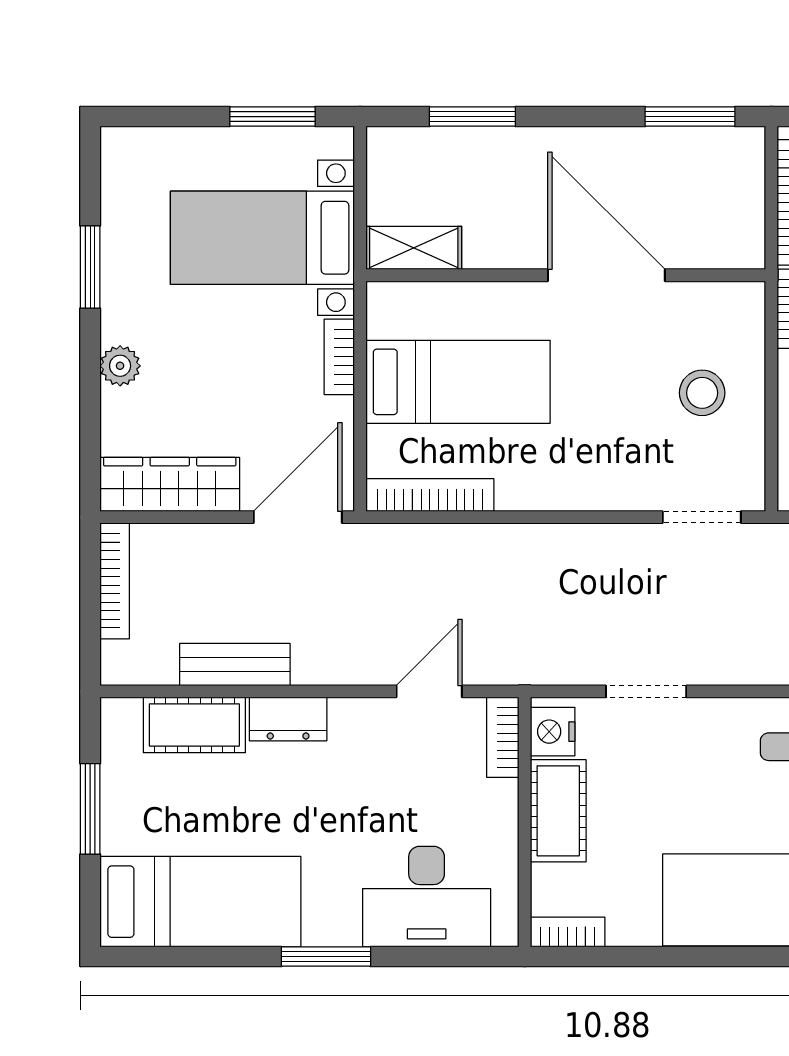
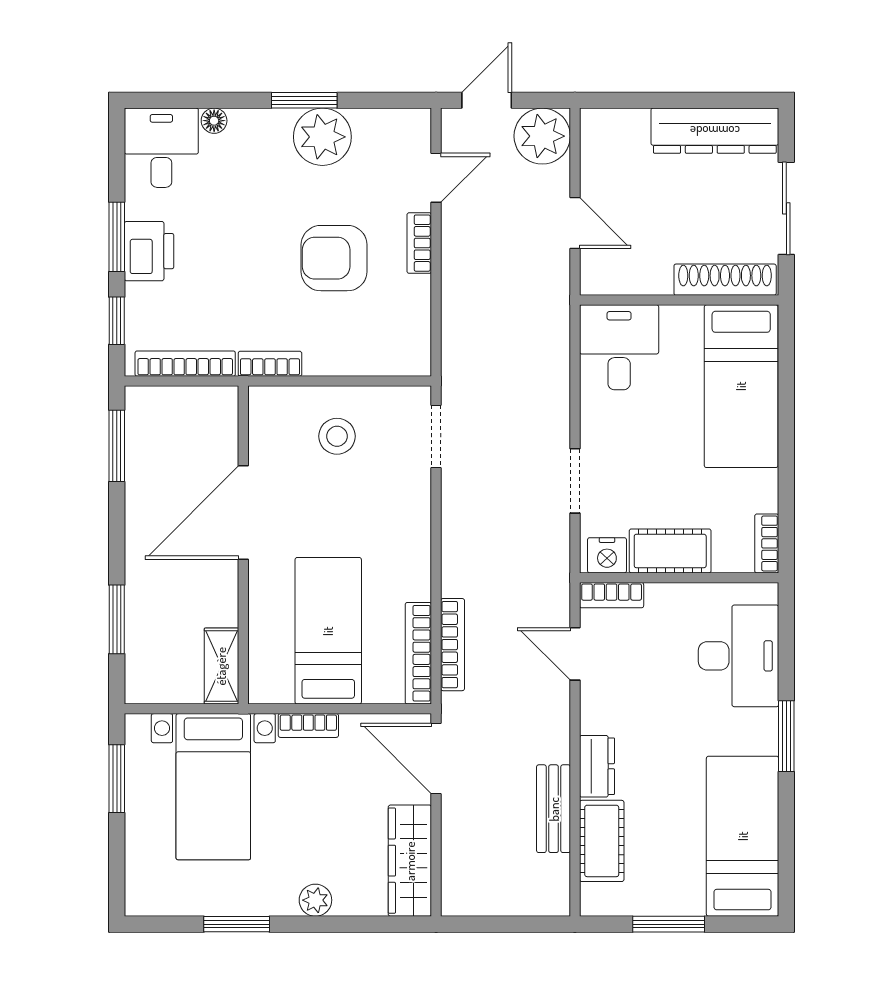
bookcase: (115, 581) -> (453, 645), moved, turned 90

